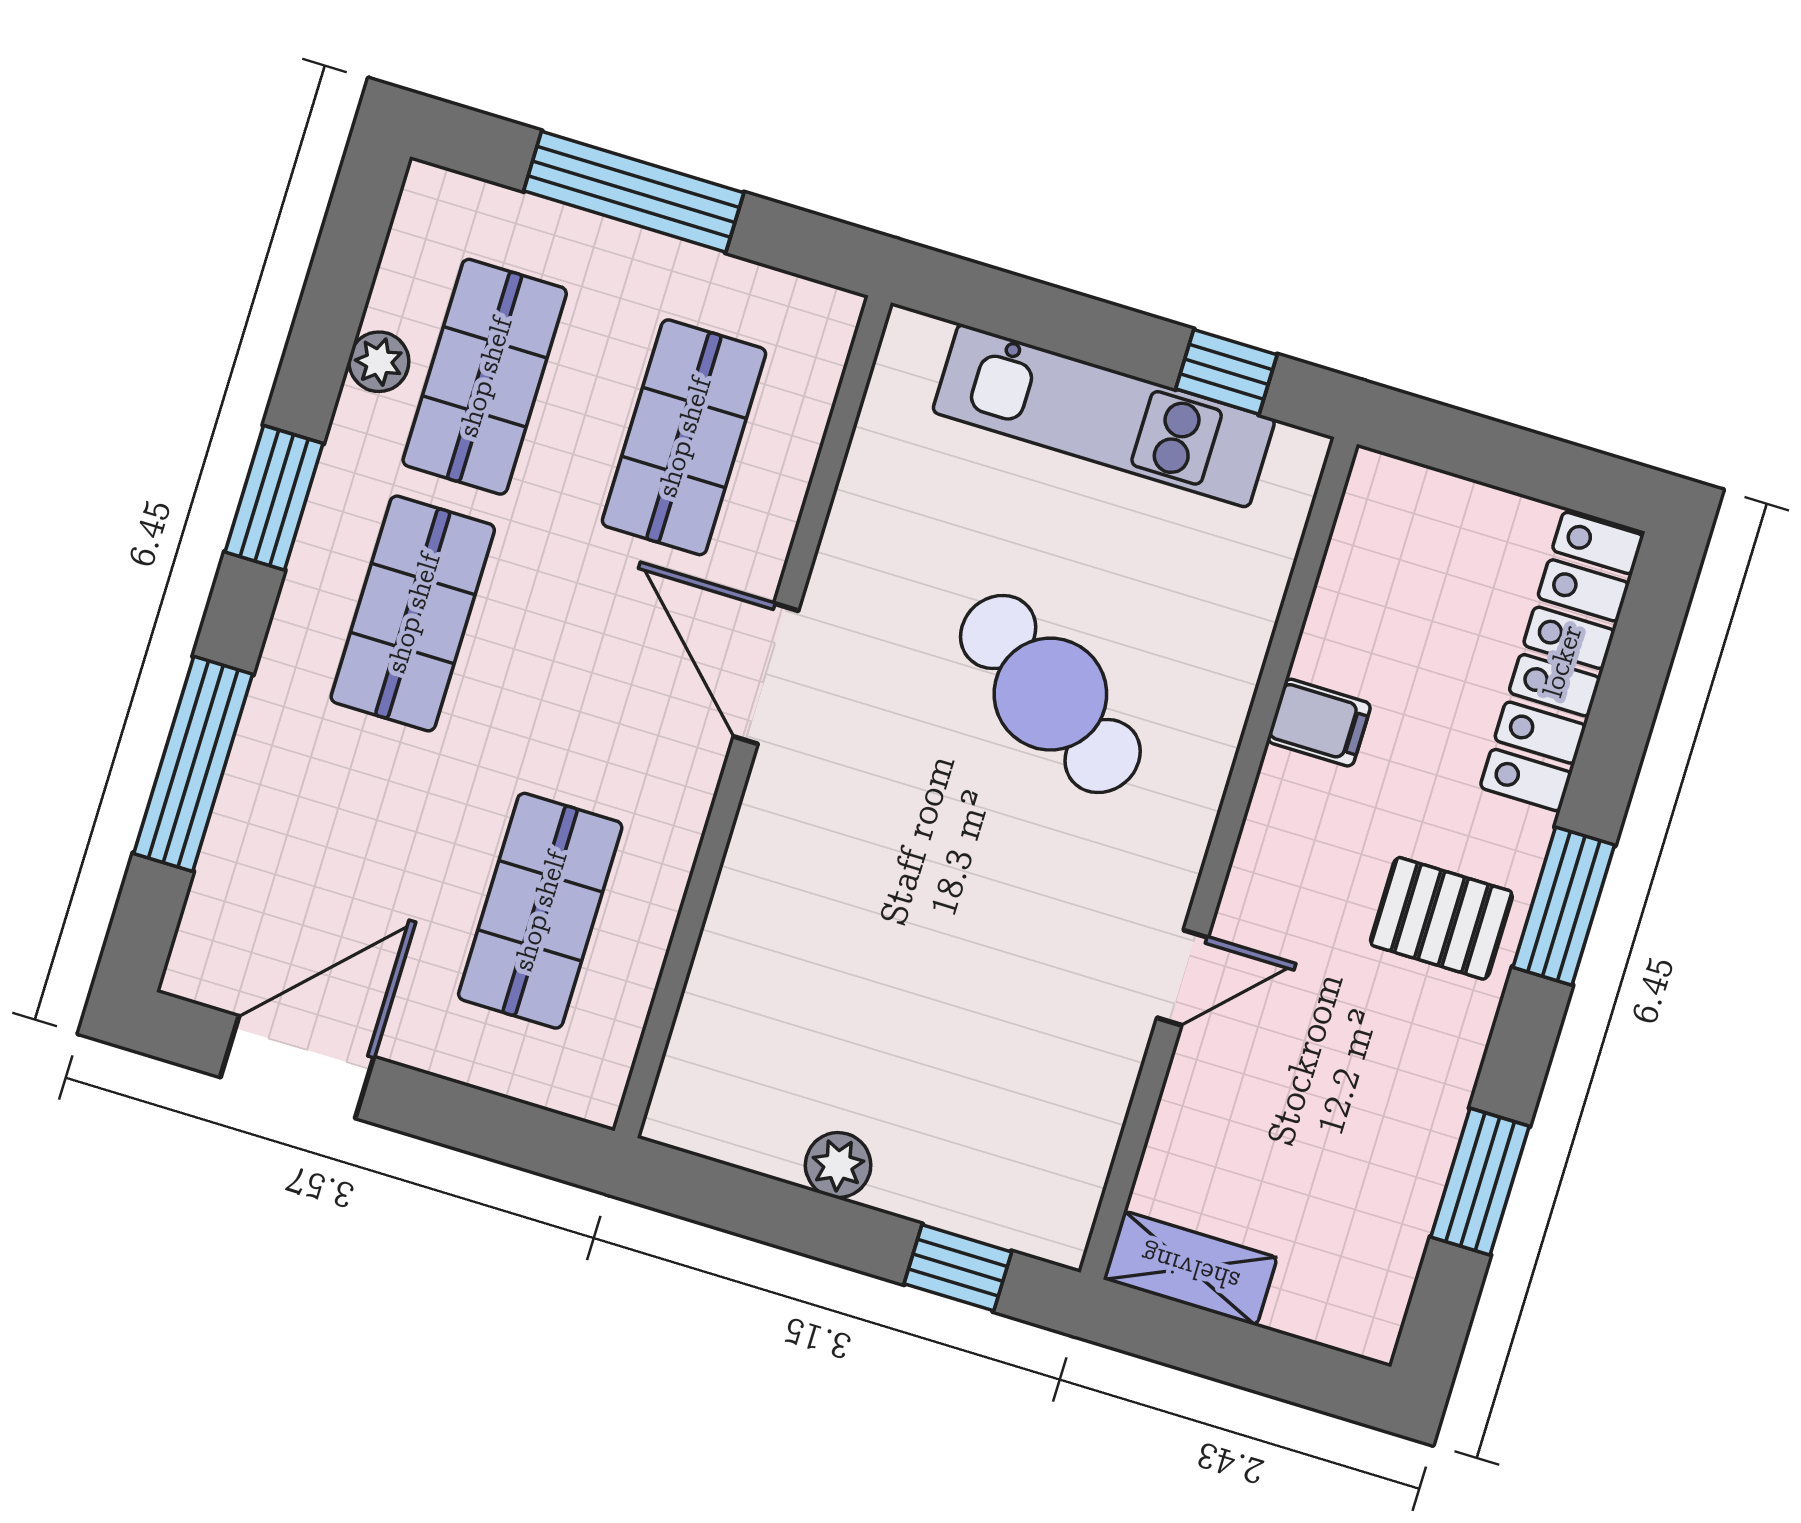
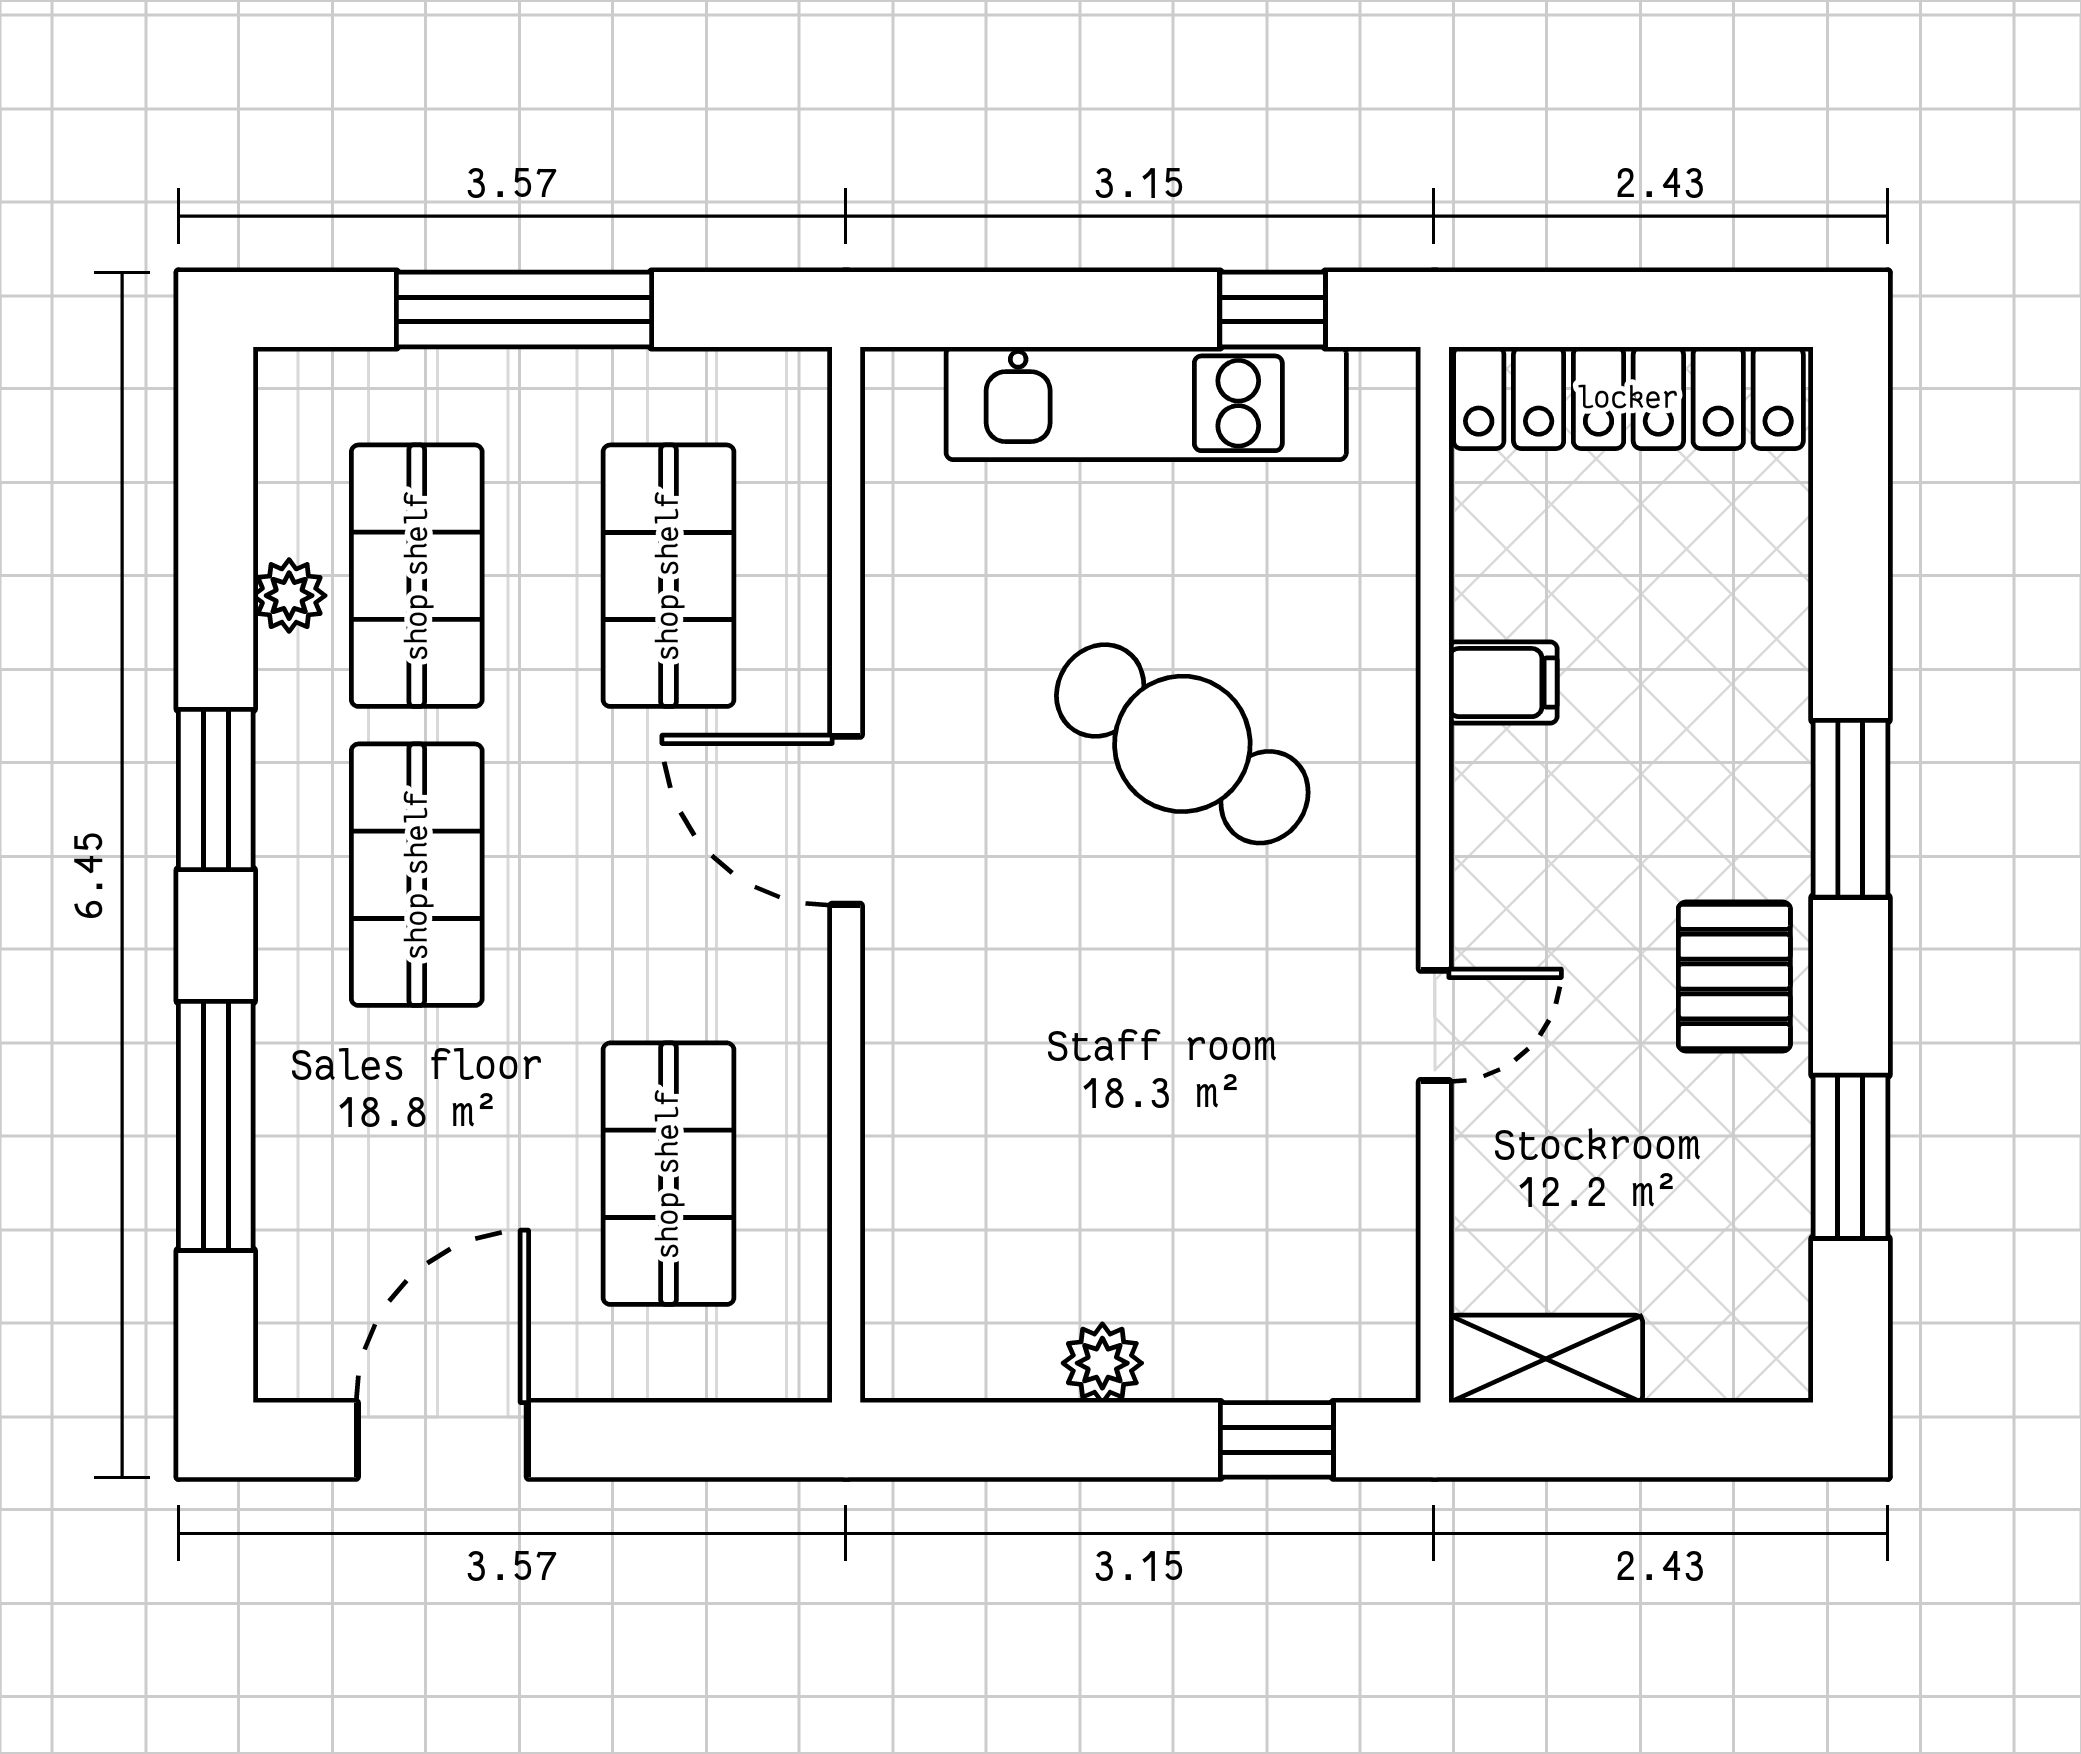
locker: (1562, 661) -> (1628, 398), moved, turned -90
pallet: (1441, 918) -> (1734, 977), moved, turned 90

